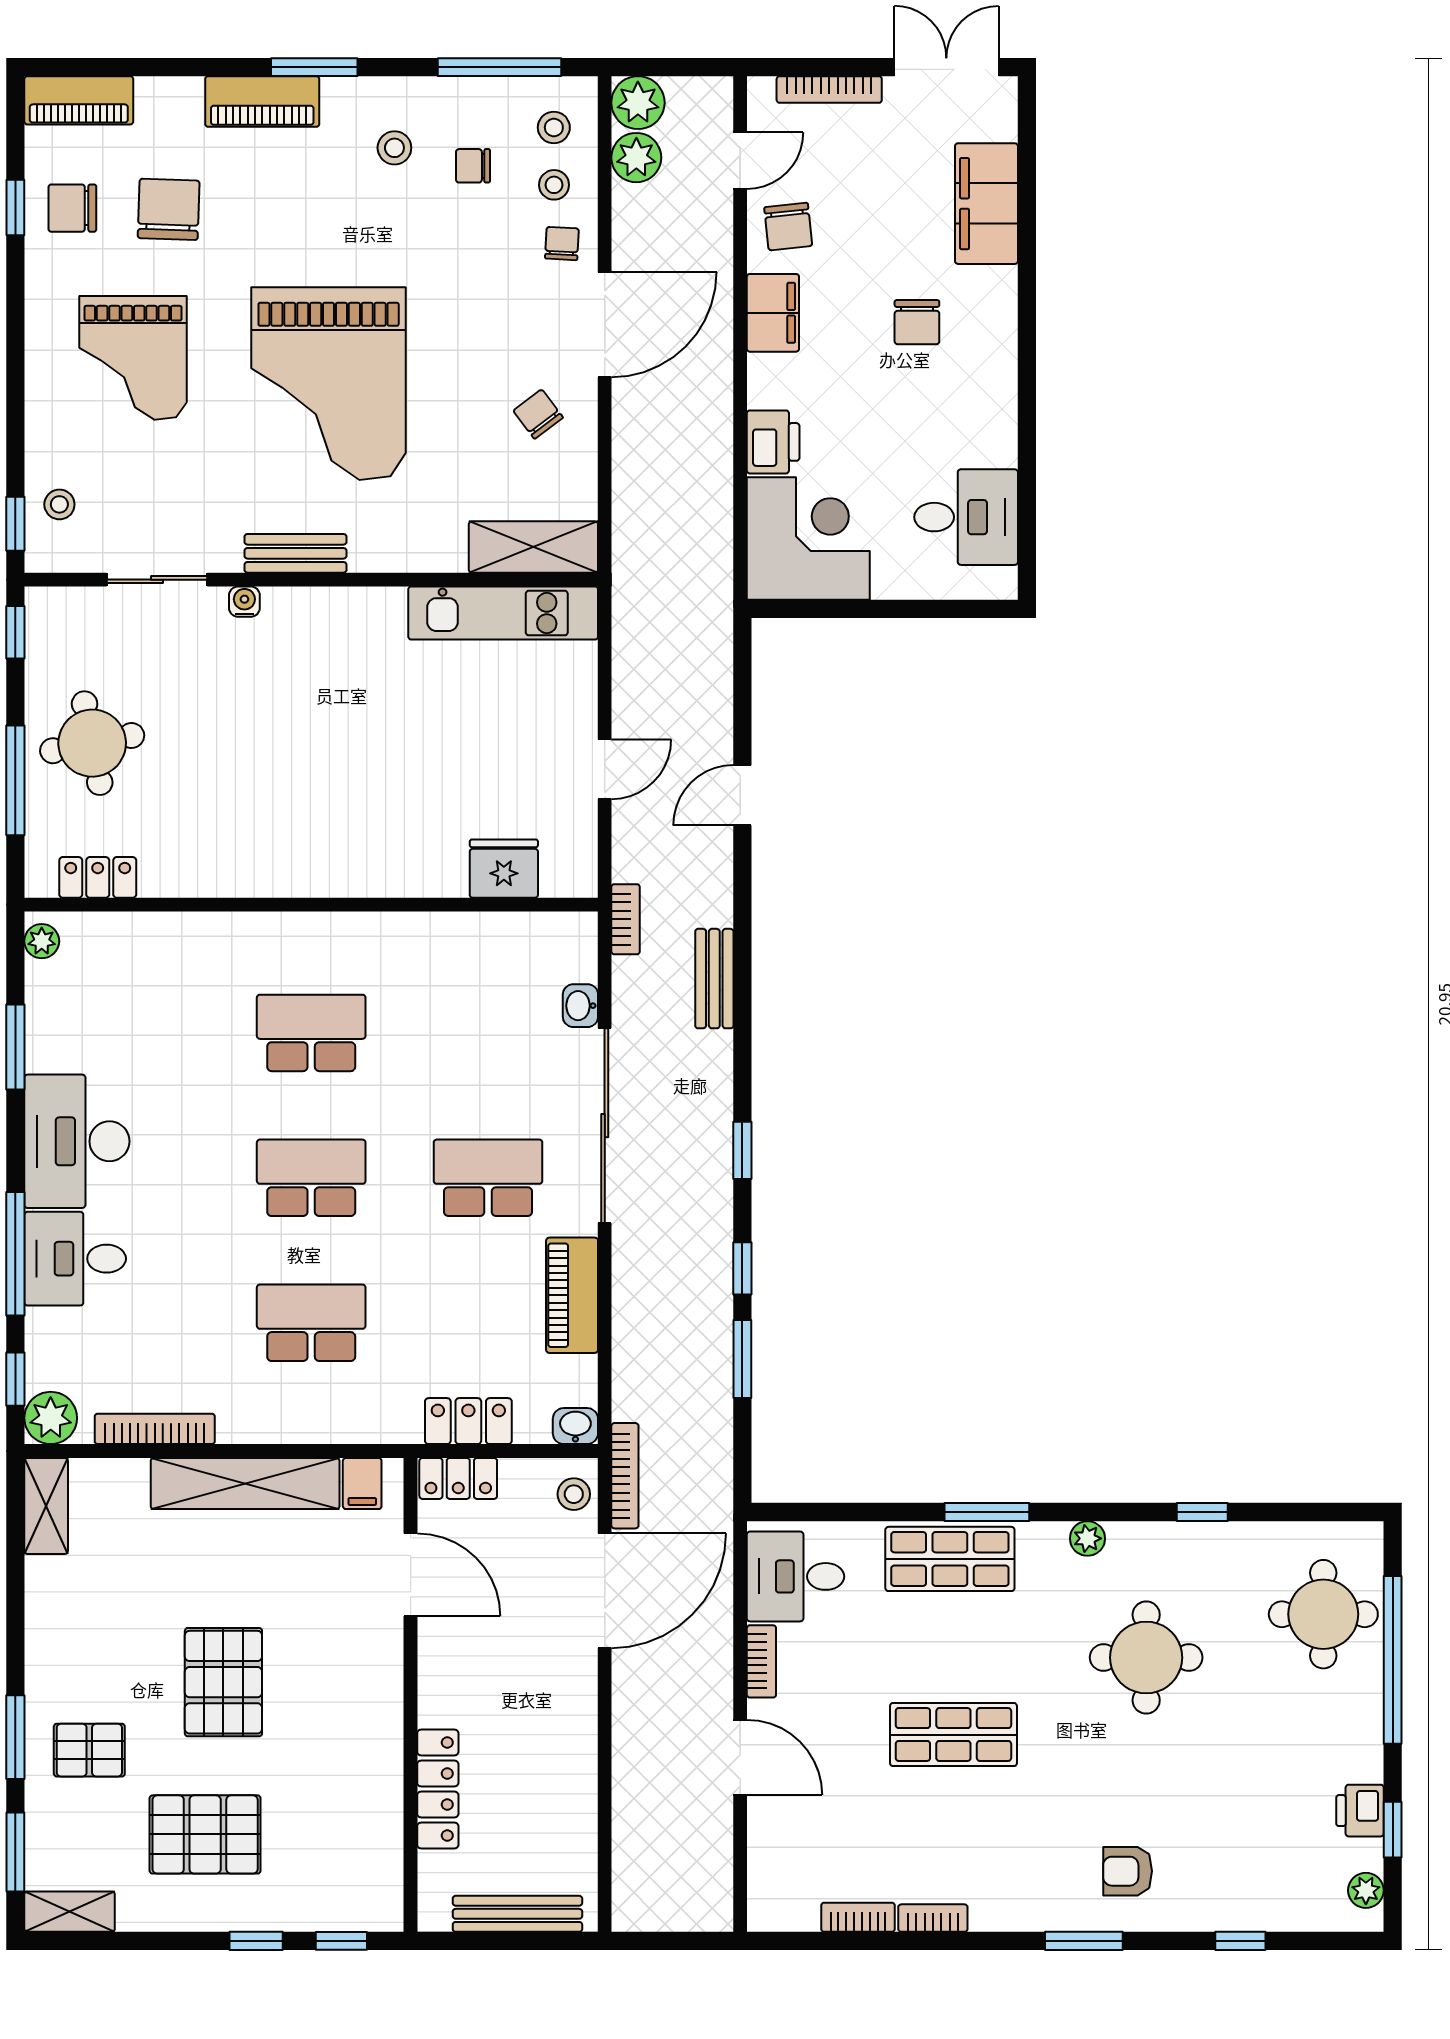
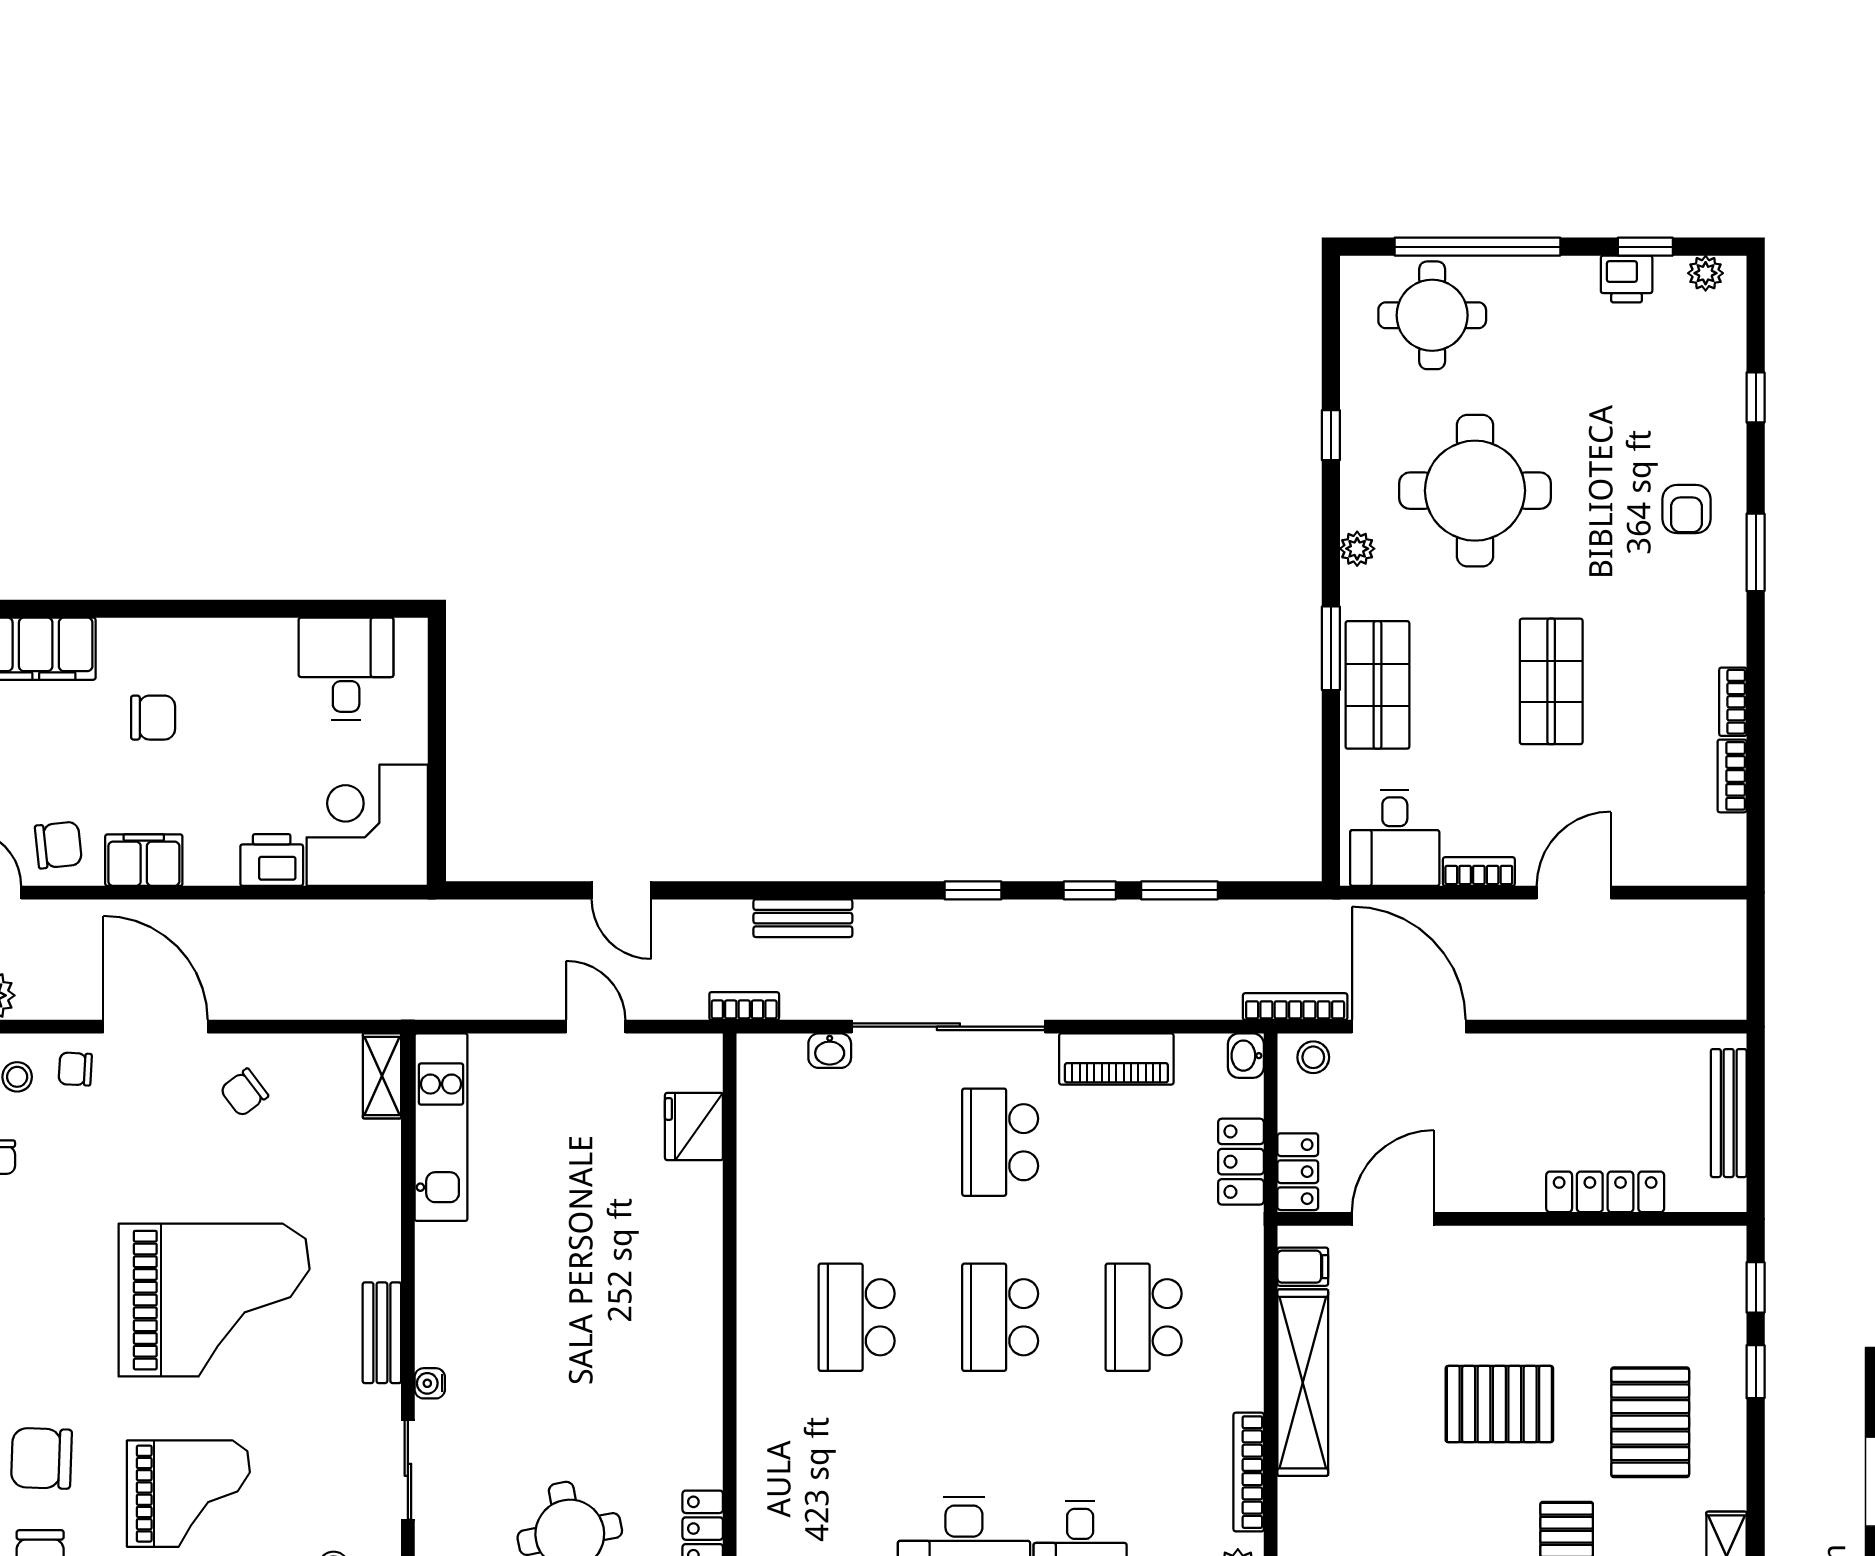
shelving: (533, 547) -> (382, 1076), width x0.67, depth x0.75
round table: (1146, 1658) -> (1475, 491), width x1.36, depth x1.36

